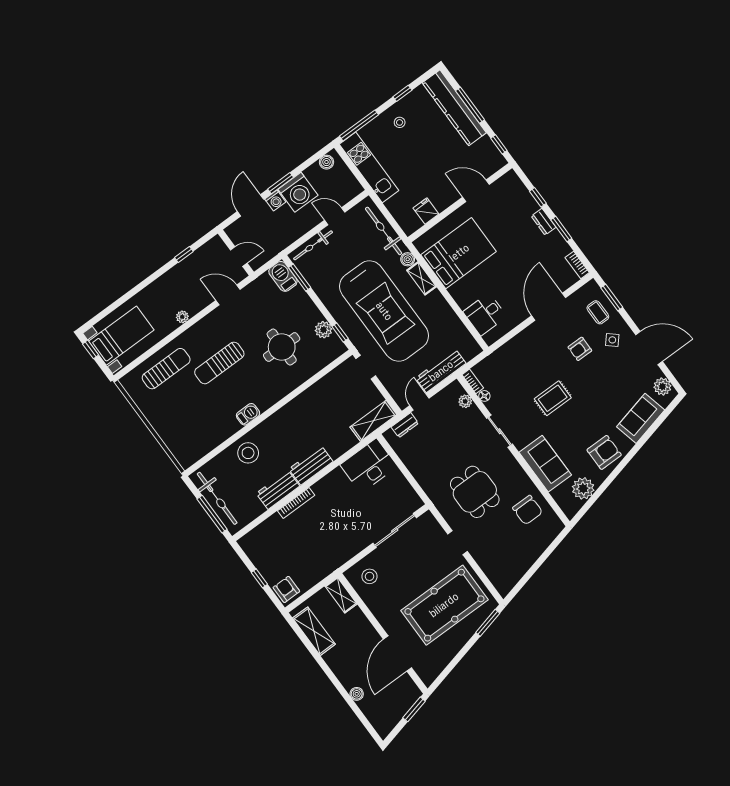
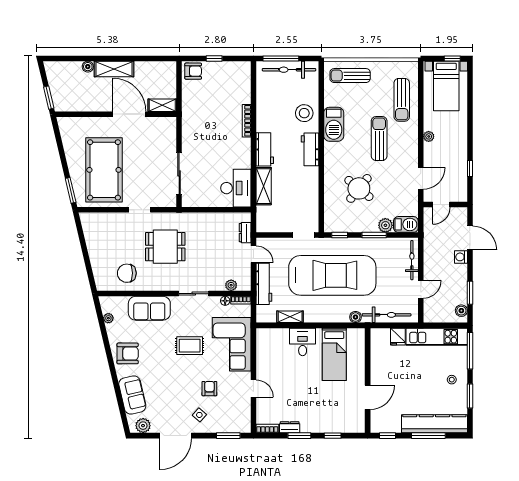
window: (402, 93) -> (470, 396), width x1.50
window: (281, 183) -> (470, 293), moved
washing machine: (298, 192) -> (455, 276), removed
fridge: (426, 211) -> (398, 337), moved, turned 90
dresser: (544, 222) -> (290, 427), moved
bed: (459, 253) -> (334, 354), width x0.67
window: (300, 278) -> (374, 235), moved
shelving: (422, 278) -> (290, 317), moved
door: (549, 307) -> (253, 388), width x0.53
car: (384, 311) -> (332, 275), turned 180
coffee table: (598, 312) -> (225, 419), removed
desk: (485, 314) -> (303, 342), moved
plant: (324, 330) -> (385, 225), moved
round table: (282, 347) -> (359, 188), turned 38
corner sofa: (522, 359) -> (232, 344), added
rug: (553, 398) -> (190, 346), turned 90
barbecue: (248, 414) -> (334, 124), width x1.88, depth x1.53
shelving: (373, 421) -> (264, 186), moved
sun lounger: (179, 435) -> (350, 76), added
armchair: (604, 452) -> (128, 353), turned -90
plant: (583, 488) -> (108, 318), width x0.53, depth x0.53
workbench: (278, 490) -> (310, 149), moved, turned 180
stool: (369, 576) -> (161, 134), removed
shelving: (314, 631) -> (114, 69), moved
door: (397, 653) -> (129, 114), moved

